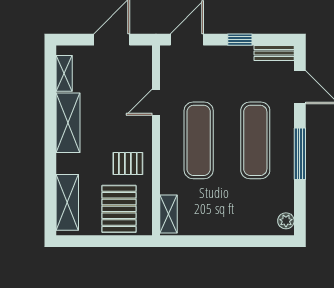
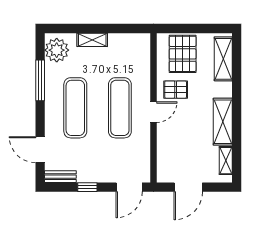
door: (156, 102) -> (153, 112), moved
window: (300, 154) -> (40, 80), moved
shelving: (168, 214) -> (92, 40), moved, turned 90
plant: (286, 221) -> (57, 50), width x1.87, depth x1.87

